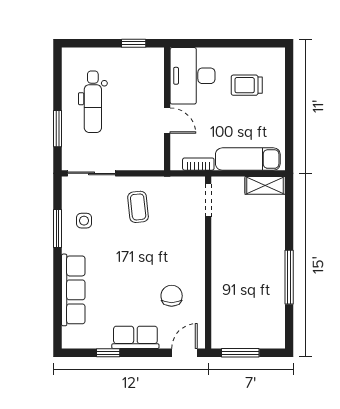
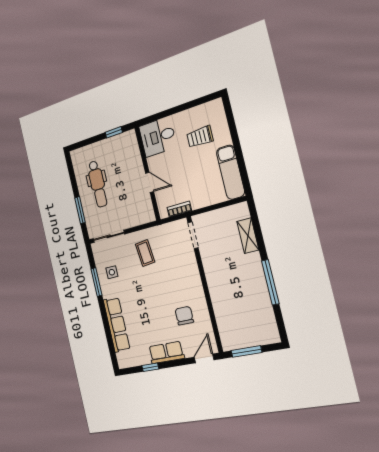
desk: (193, 76) -> (158, 137), width x0.73
exam couch: (248, 159) -> (231, 172), moved, turned -90
shelving: (265, 185) -> (248, 236), moved, turned 90

